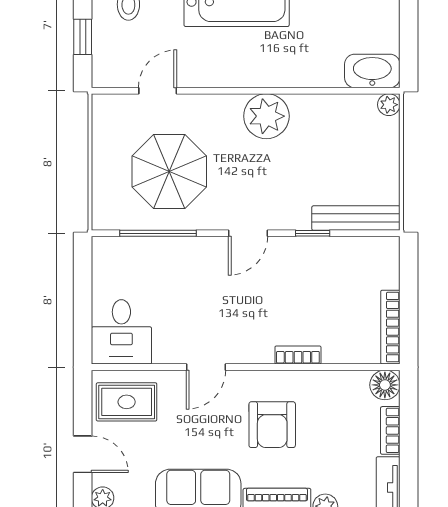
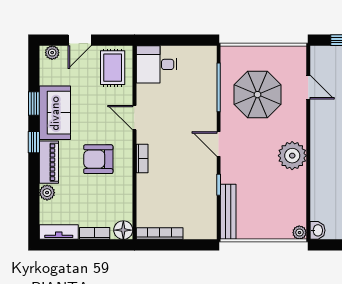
washbasin: (372, 71) -> (317, 230), width x0.52, depth x0.69
bookcase: (298, 355) -> (142, 159), moved

